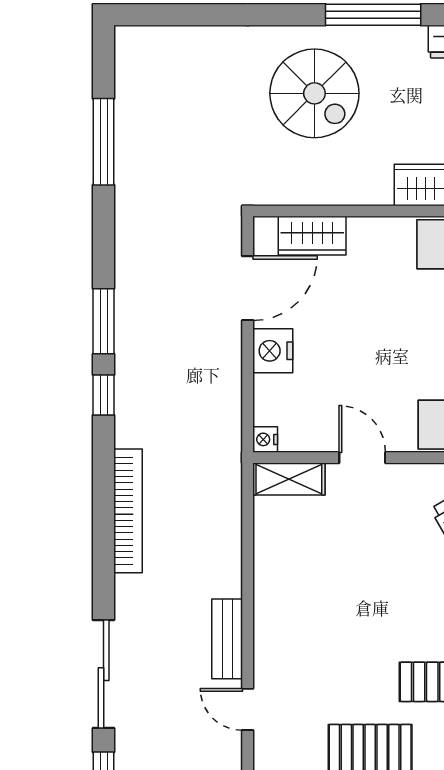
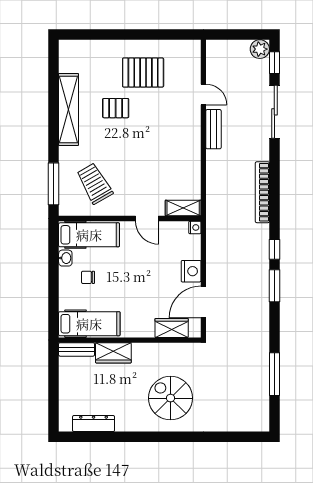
window: (373, 15) -> (142, 437), removed

